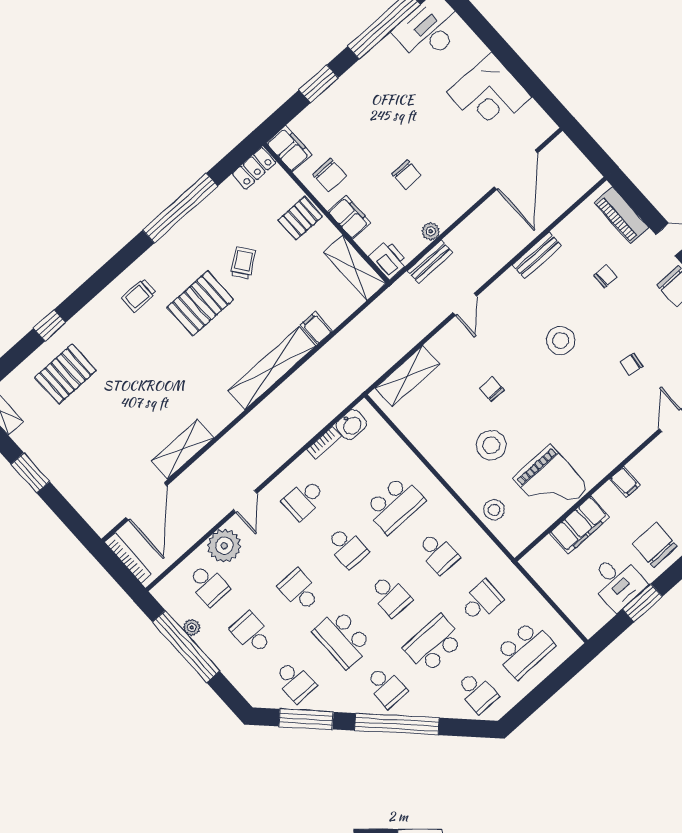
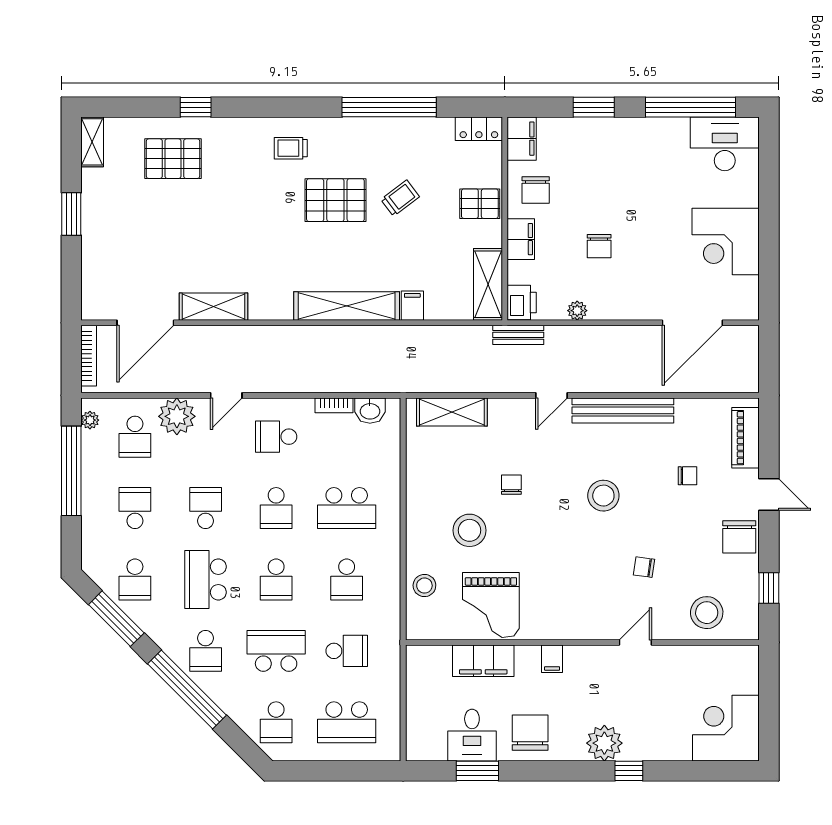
bench: (537, 255) -> (623, 410), width x1.86, depth x1.21
bench: (430, 262) -> (518, 335), moved
plant: (192, 627) -> (90, 420), moved

